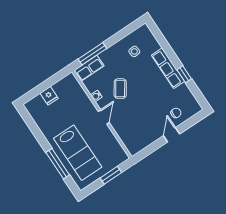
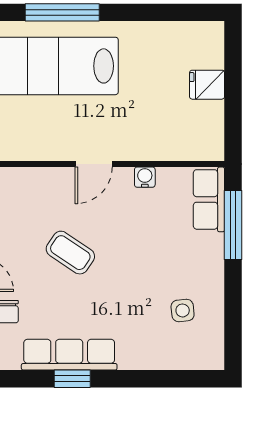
row of seats: (168, 68) -> (69, 355), moved
coffee table: (120, 89) -> (70, 253), moved
door: (104, 117) -> (94, 164), hinge flipped

